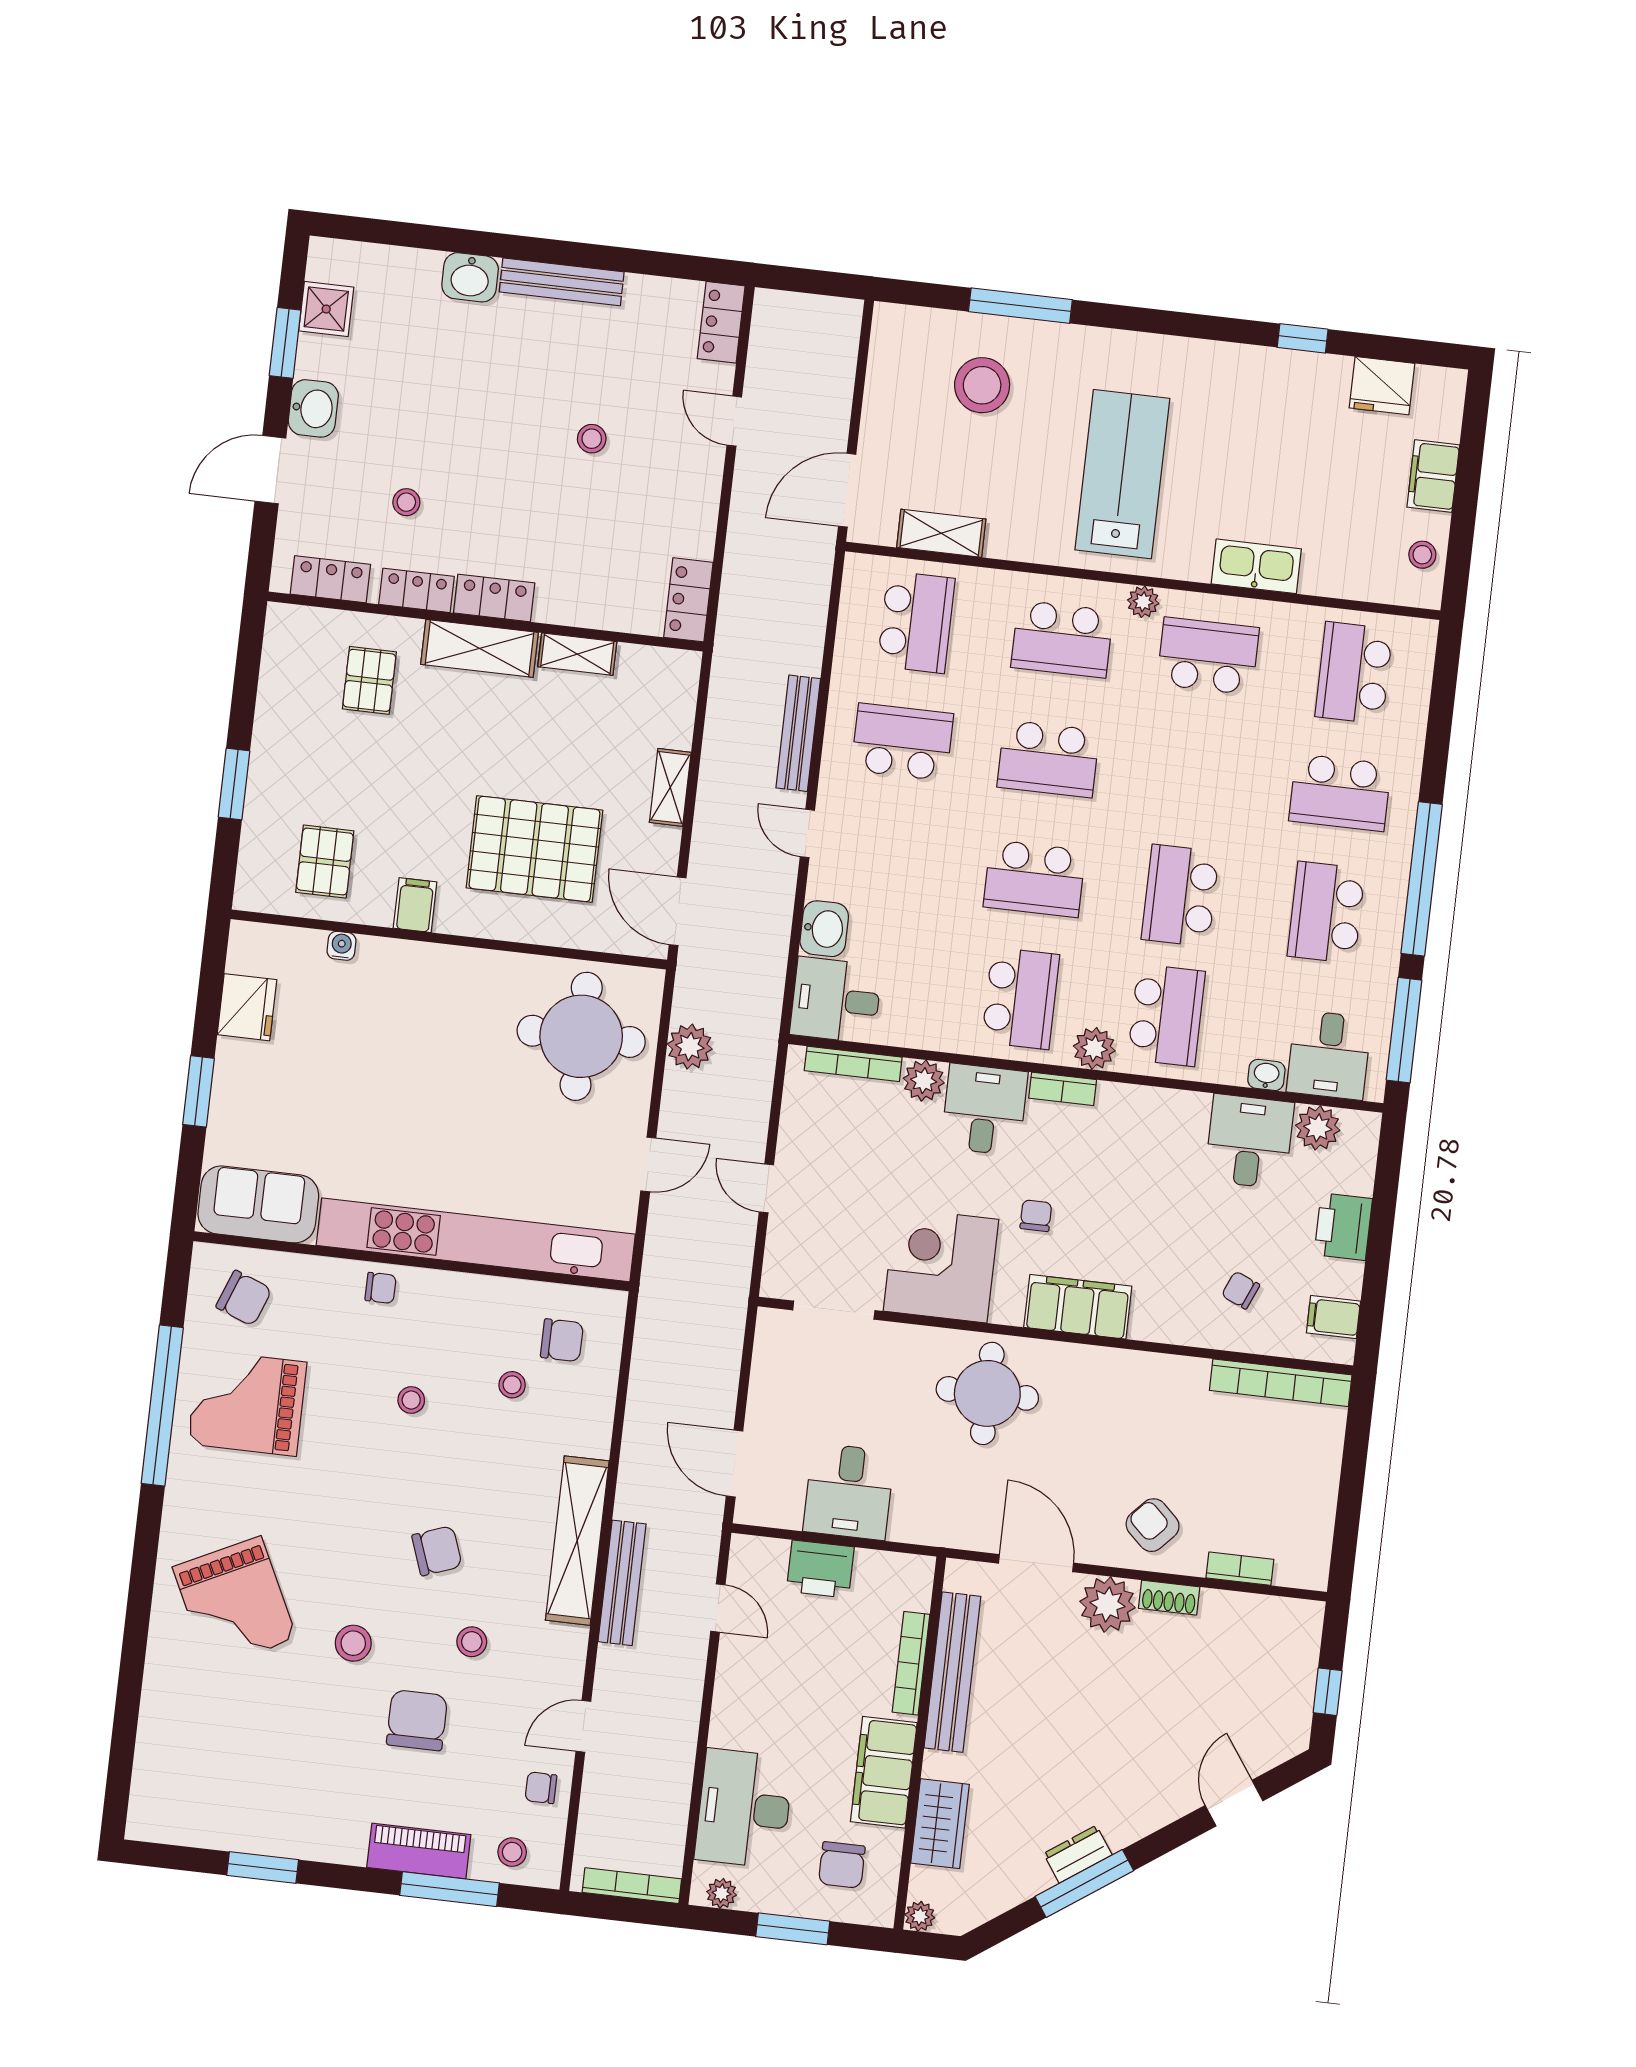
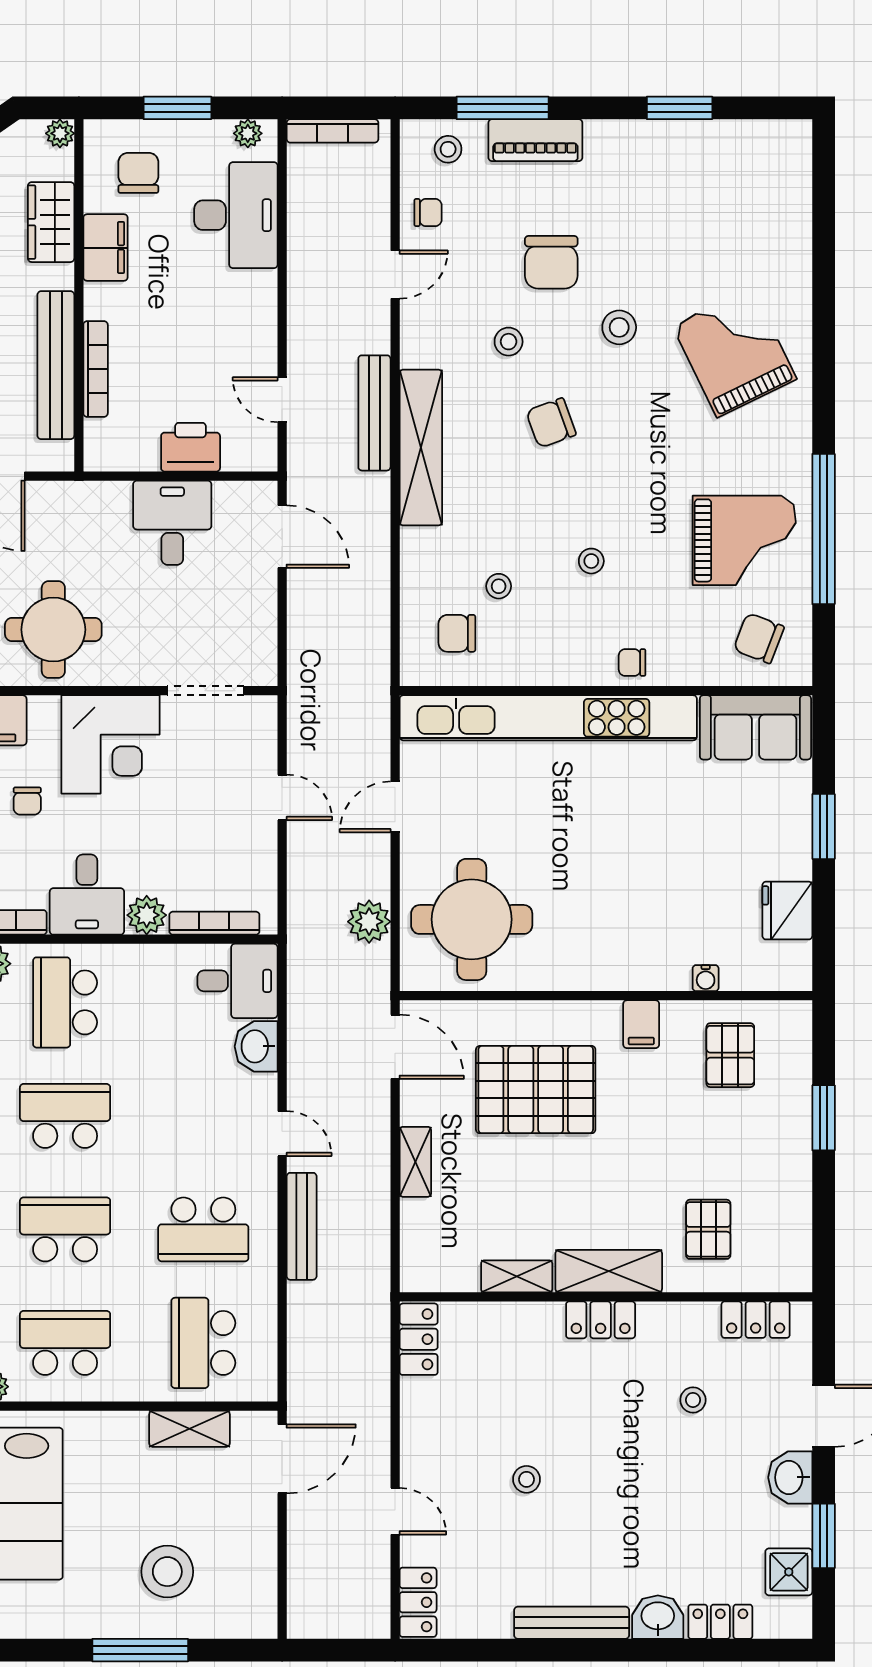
locker: (417, 590) -> (720, 1622), moved, turned 180
filing cabinet: (884, 1772) -> (105, 248), width x0.67, depth x0.86

